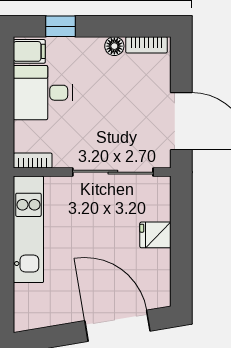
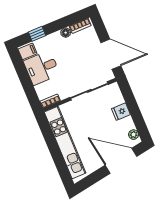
kitchen unit: (28, 229) -> (65, 142), width x1.36
plant: (161, 287) -> (134, 135), added

